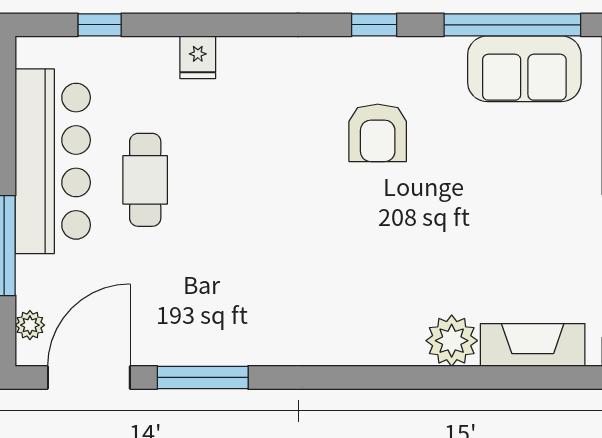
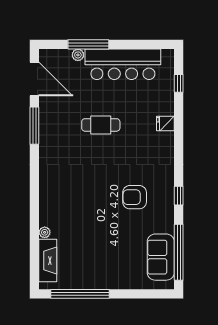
cafe table: (145, 180) -> (101, 125), moved
plant: (30, 325) -> (78, 55), moved
plant: (452, 341) -> (45, 232), width x0.53, depth x0.53

